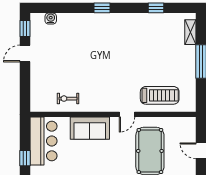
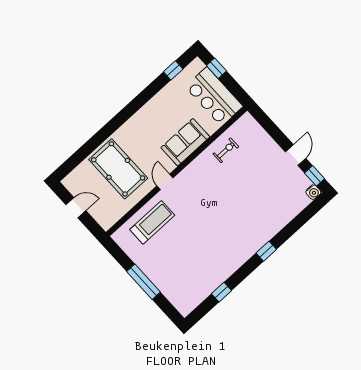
water cooler: (51, 19) -> (313, 192), moved
shelving: (190, 32) -> (175, 298), removed
treadmill: (160, 95) -> (152, 222), turned 180

